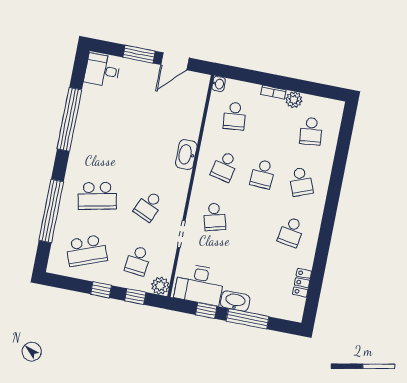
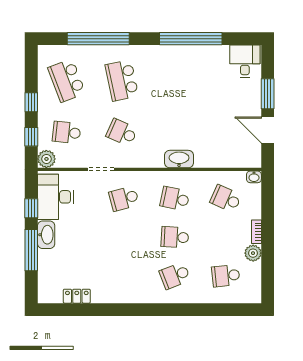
school desk: (235, 116) -> (226, 199), turned 30
school desk: (291, 232) -> (124, 276), removed

